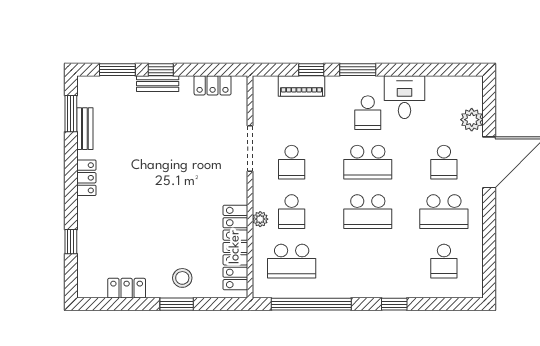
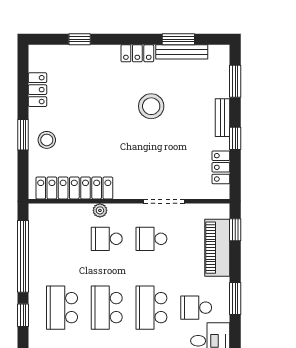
window: (161, 70) -> (235, 138), moved
window: (311, 70) -> (235, 230), moved
piano: (301, 86) -> (217, 248), width x1.37, depth x1.33
window: (71, 114) -> (178, 39), moved
bench: (85, 129) -> (182, 52), width x1.36
stool: (145, 162) -> (151, 106), added
school desk: (292, 261) -> (62, 308), moved
window: (394, 304) -> (23, 315), moved

